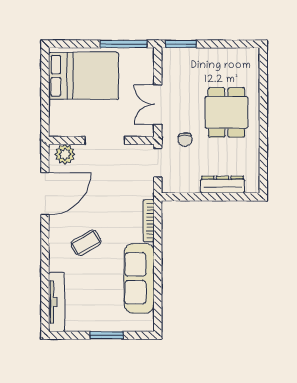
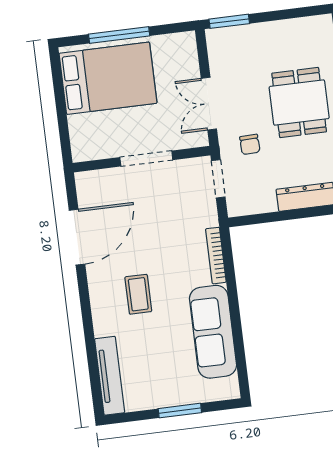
window: (123, 44) -> (119, 35), moved
plant: (65, 154) -> (97, 183), removed
coffee table: (86, 243) -> (138, 294), turned -60

